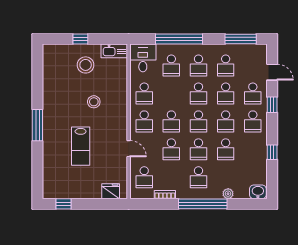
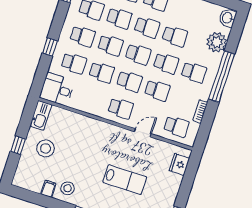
window: (179, 39) -> (50, 47), width x0.32
filing cabinet: (50, 80) -> (48, 189), added
school desk: (144, 93) -> (102, 72), moved
stool: (94, 102) -> (68, 188), moved
plant: (228, 194) -> (217, 42), width x1.88, depth x1.88

